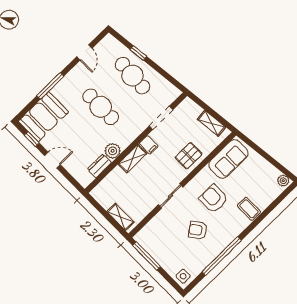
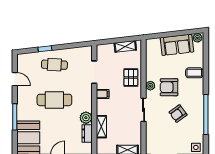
cafe table: (132, 76) -> (54, 65), width x0.73, depth x0.74
shelving: (133, 159) -> (101, 127), moved
sofa: (228, 159) -> (177, 45), moved, turned 83
plant: (198, 181) -> (150, 86), added

